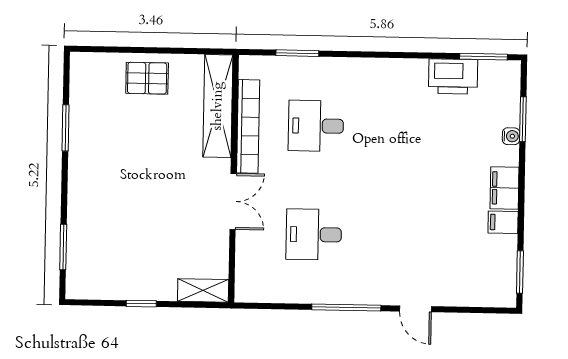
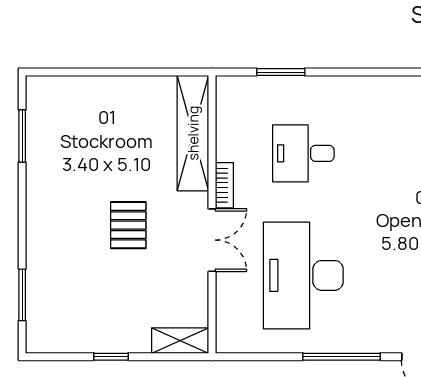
pallet: (147, 78) -> (128, 225), moved, turned 90
bookcase: (248, 126) -> (224, 185), width x0.43, depth x0.76
window: (65, 128) -> (22, 136), moved
desk: (314, 235) -> (303, 275), width x1.87, depth x1.30

